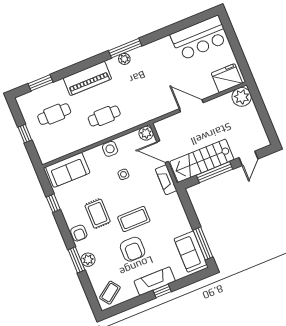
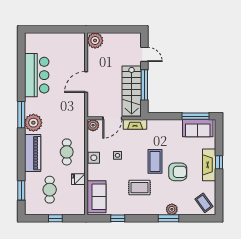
bar counter: (199, 38) -> (37, 75), moved
plant: (124, 59) -> (33, 123), width x1.88, depth x1.88
fridge: (227, 78) -> (78, 179), moved, width x0.53, depth x0.75
armchair: (79, 233) -> (149, 208), removed

